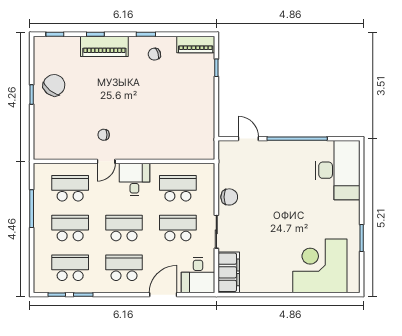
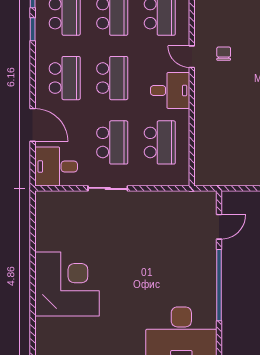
chair: (229, 197) -> (149, 204), removed
corner desk: (320, 266) -> (67, 284), moved
filing cabinet: (229, 272) -> (59, 203), removed

